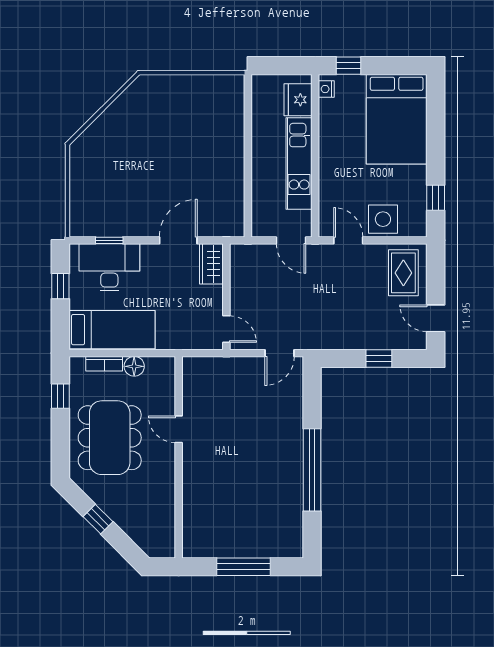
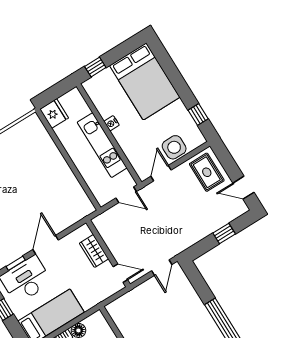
nightstand: (326, 89) -> (112, 123), moved
fridge: (298, 100) -> (54, 114), moved, turned 180
door: (178, 240) -> (46, 245), moved
door: (348, 240) -> (161, 173), hinge flipped
wardrobe: (211, 264) -> (94, 251), moved

